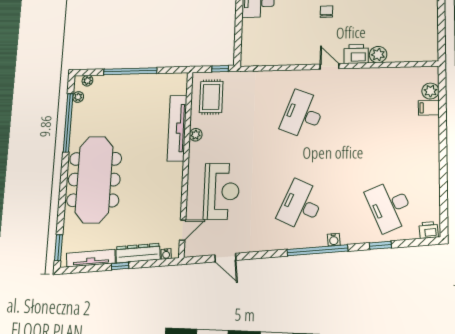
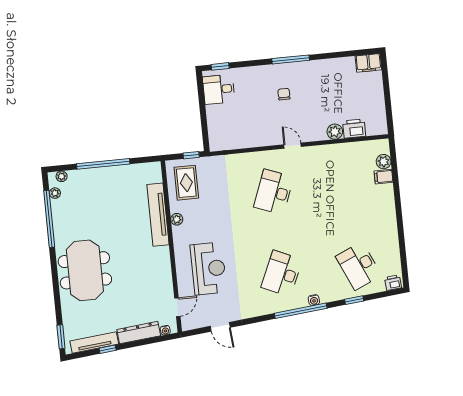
printer: (356, 54) -> (354, 129), moved
meeting table: (94, 180) -> (85, 270), width x0.73
window: (120, 266) -> (108, 349), moved

